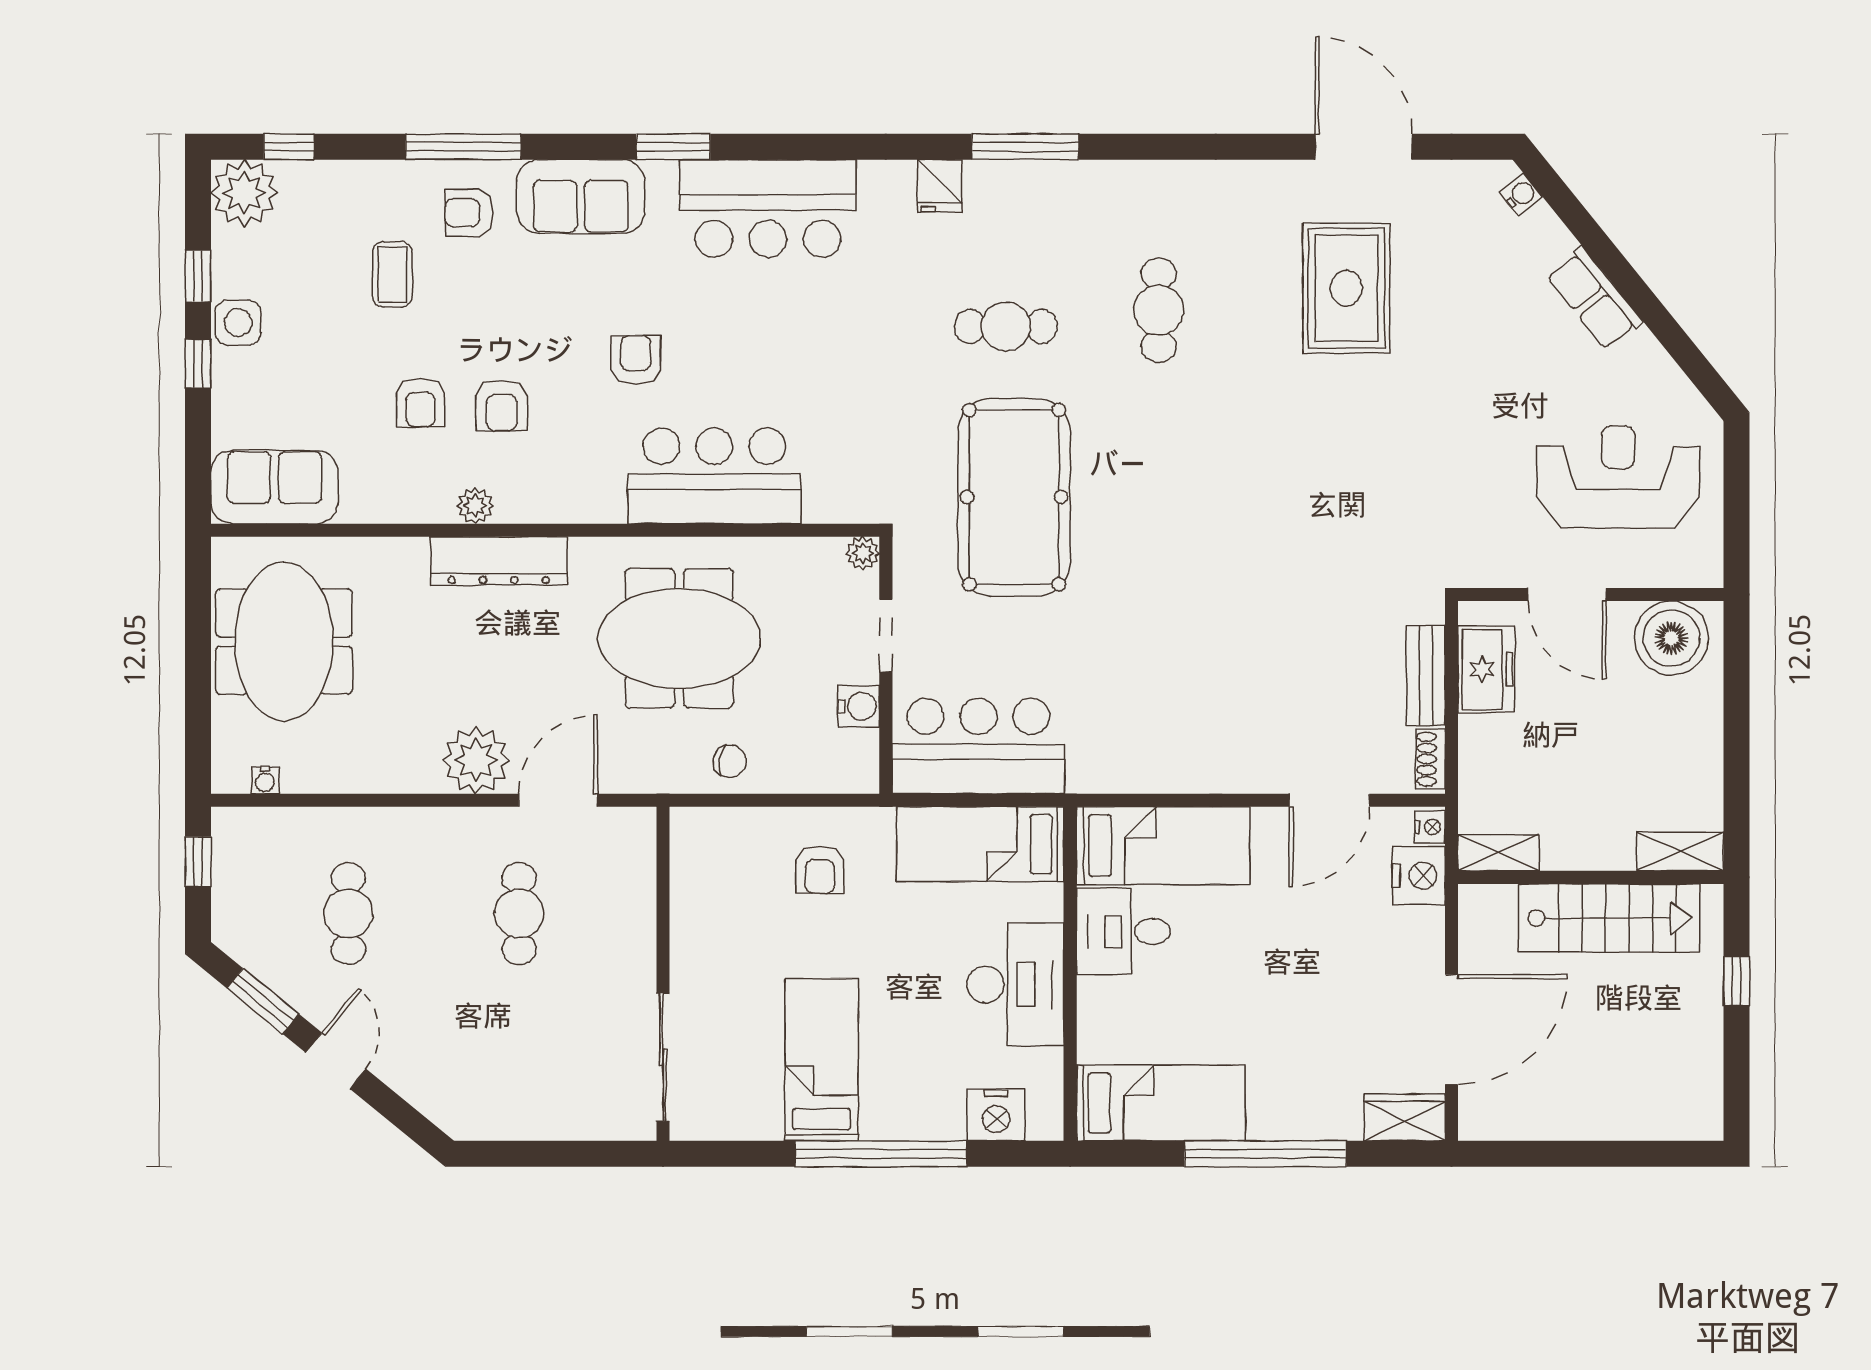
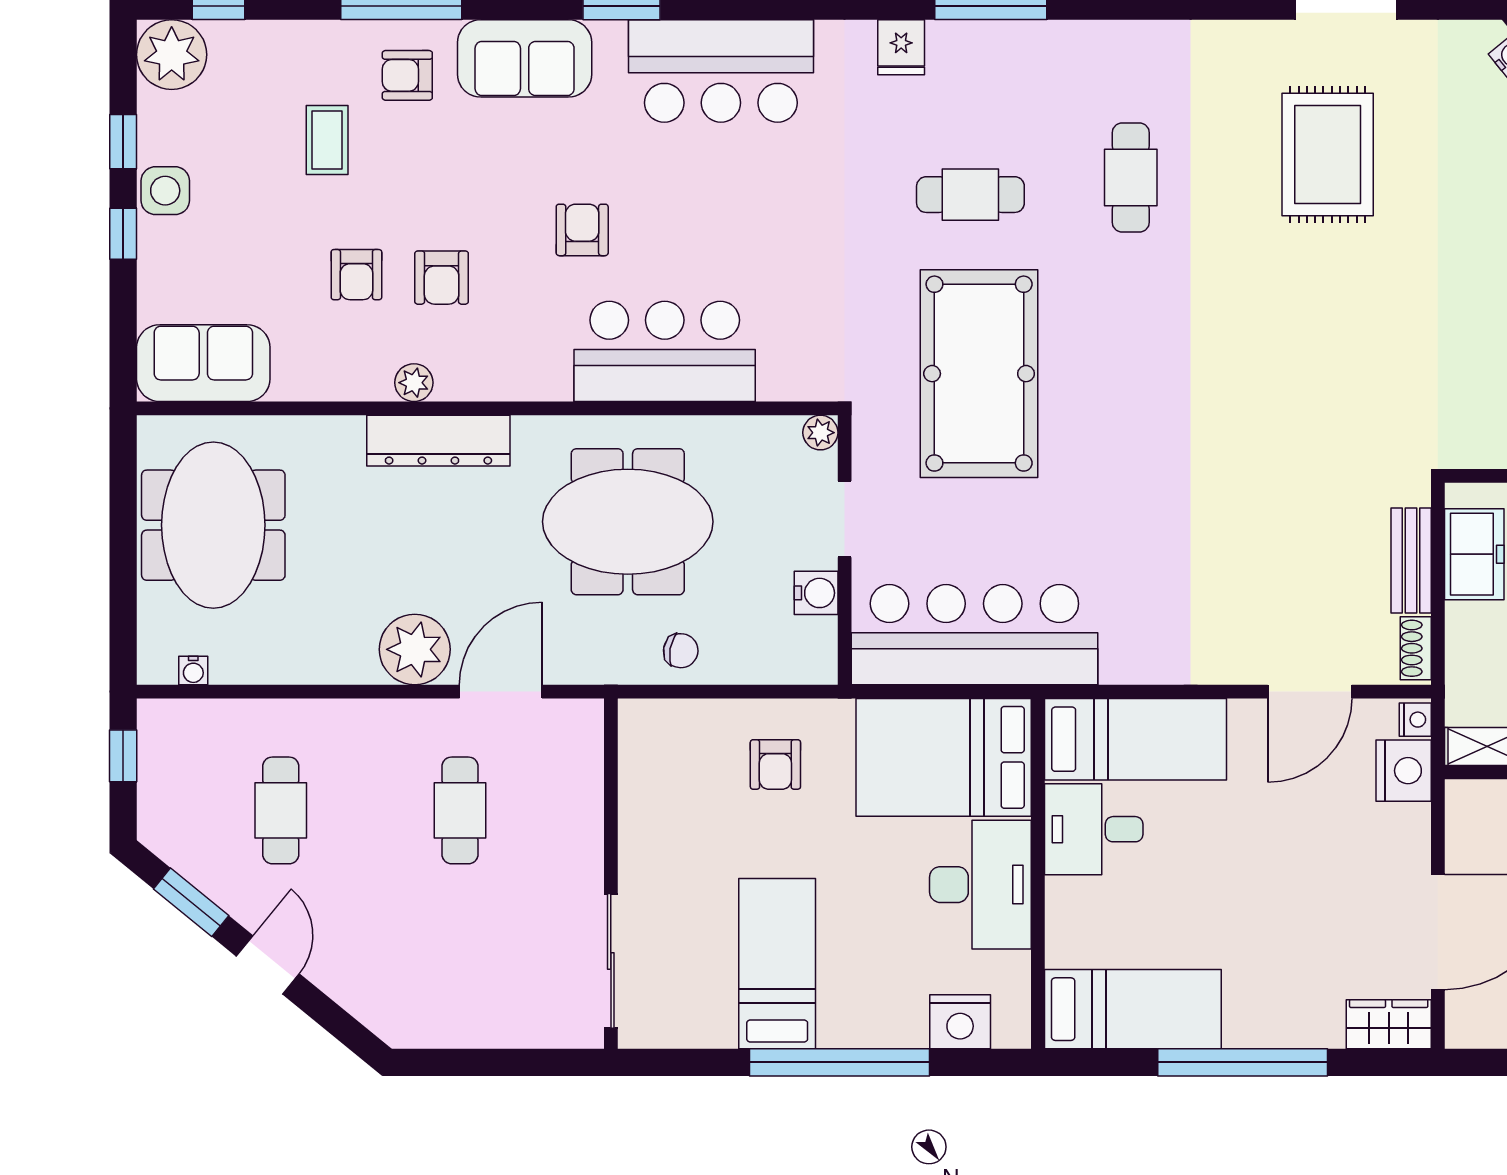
bar counter: (978, 746) -> (974, 635), width x1.36
bed: (980, 844) -> (944, 757), width x1.50

